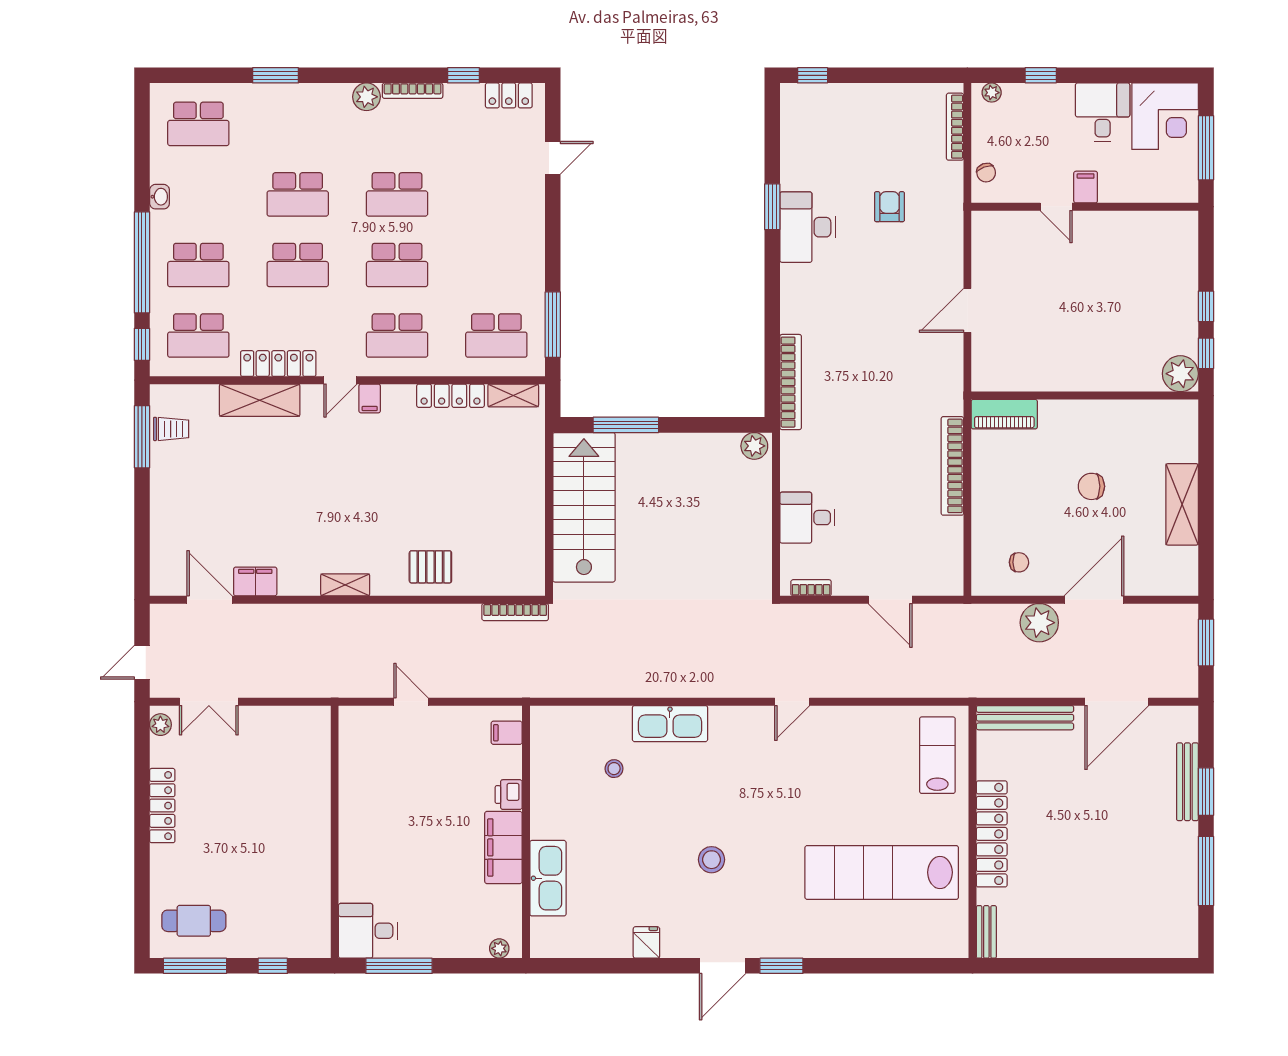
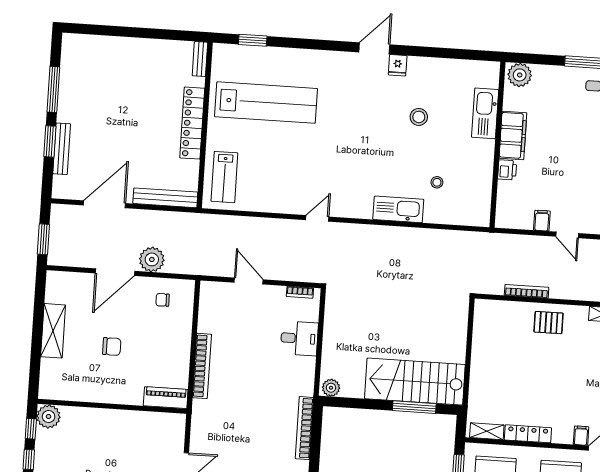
stairs: (584, 507) -> (415, 382), moved, turned 90
bookcase: (515, 612) -> (527, 291), moved
filing cabinet: (507, 733) -> (542, 221), moved, turned -90
stool: (712, 860) -> (419, 117), moved
fridge: (646, 942) -> (398, 65), moved
plant: (499, 948) -> (520, 75), width x1.88, depth x1.88
window: (781, 966) -> (253, 40), moved

